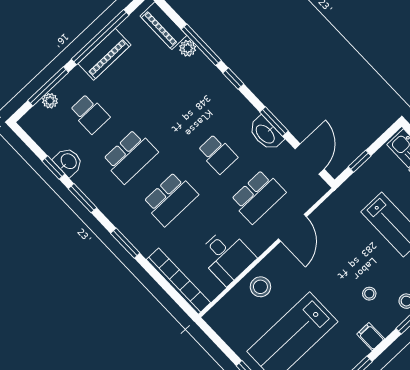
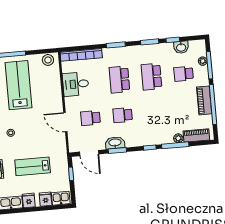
washbasin: (68, 162) -> (181, 47), moved
school desk: (258, 196) -> (91, 118), width x0.54
stool: (260, 287) -> (48, 60), moved

